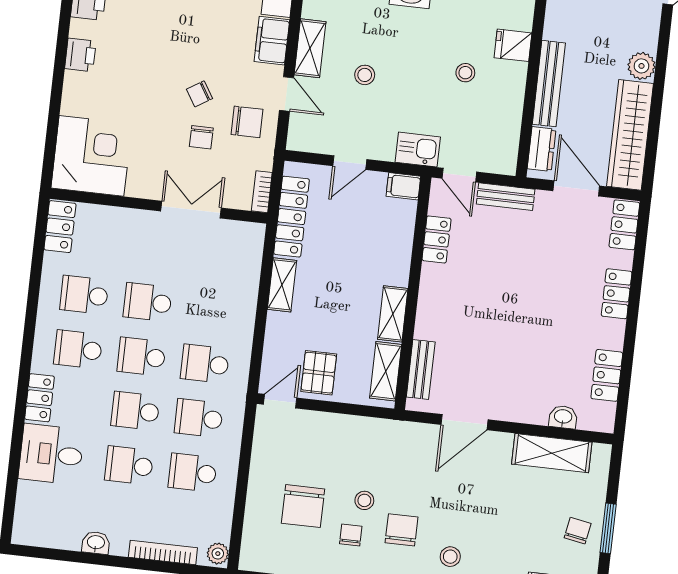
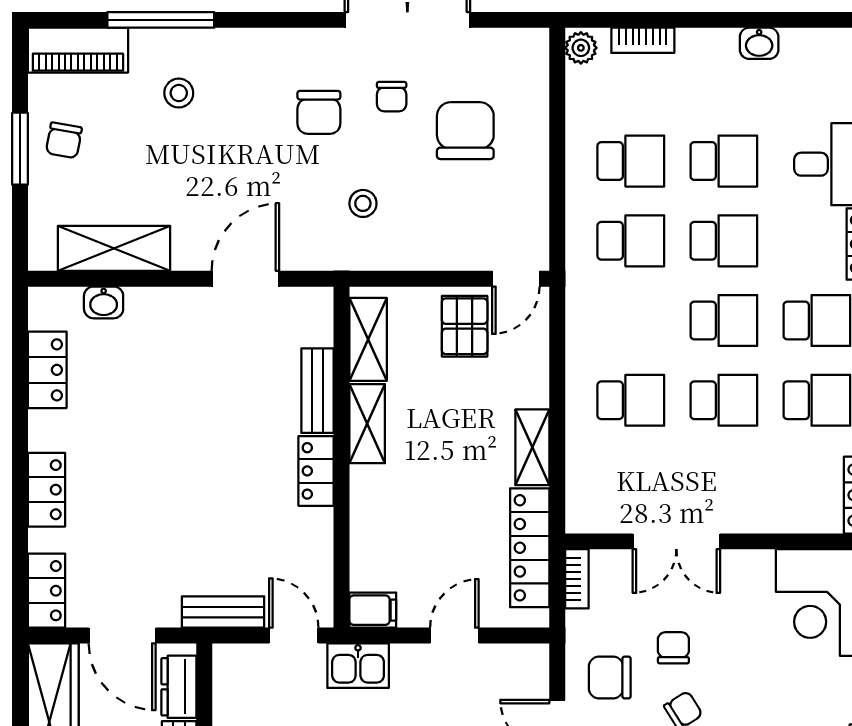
locker: (437, 239) -> (316, 471), moved
school desk: (205, 364) -> (631, 400), moved
bench: (421, 369) -> (318, 391), moved
stool: (364, 500) -> (363, 203), moved
bookcase: (163, 552) -> (643, 40), width x0.64
stool: (450, 557) -> (179, 93), moved

